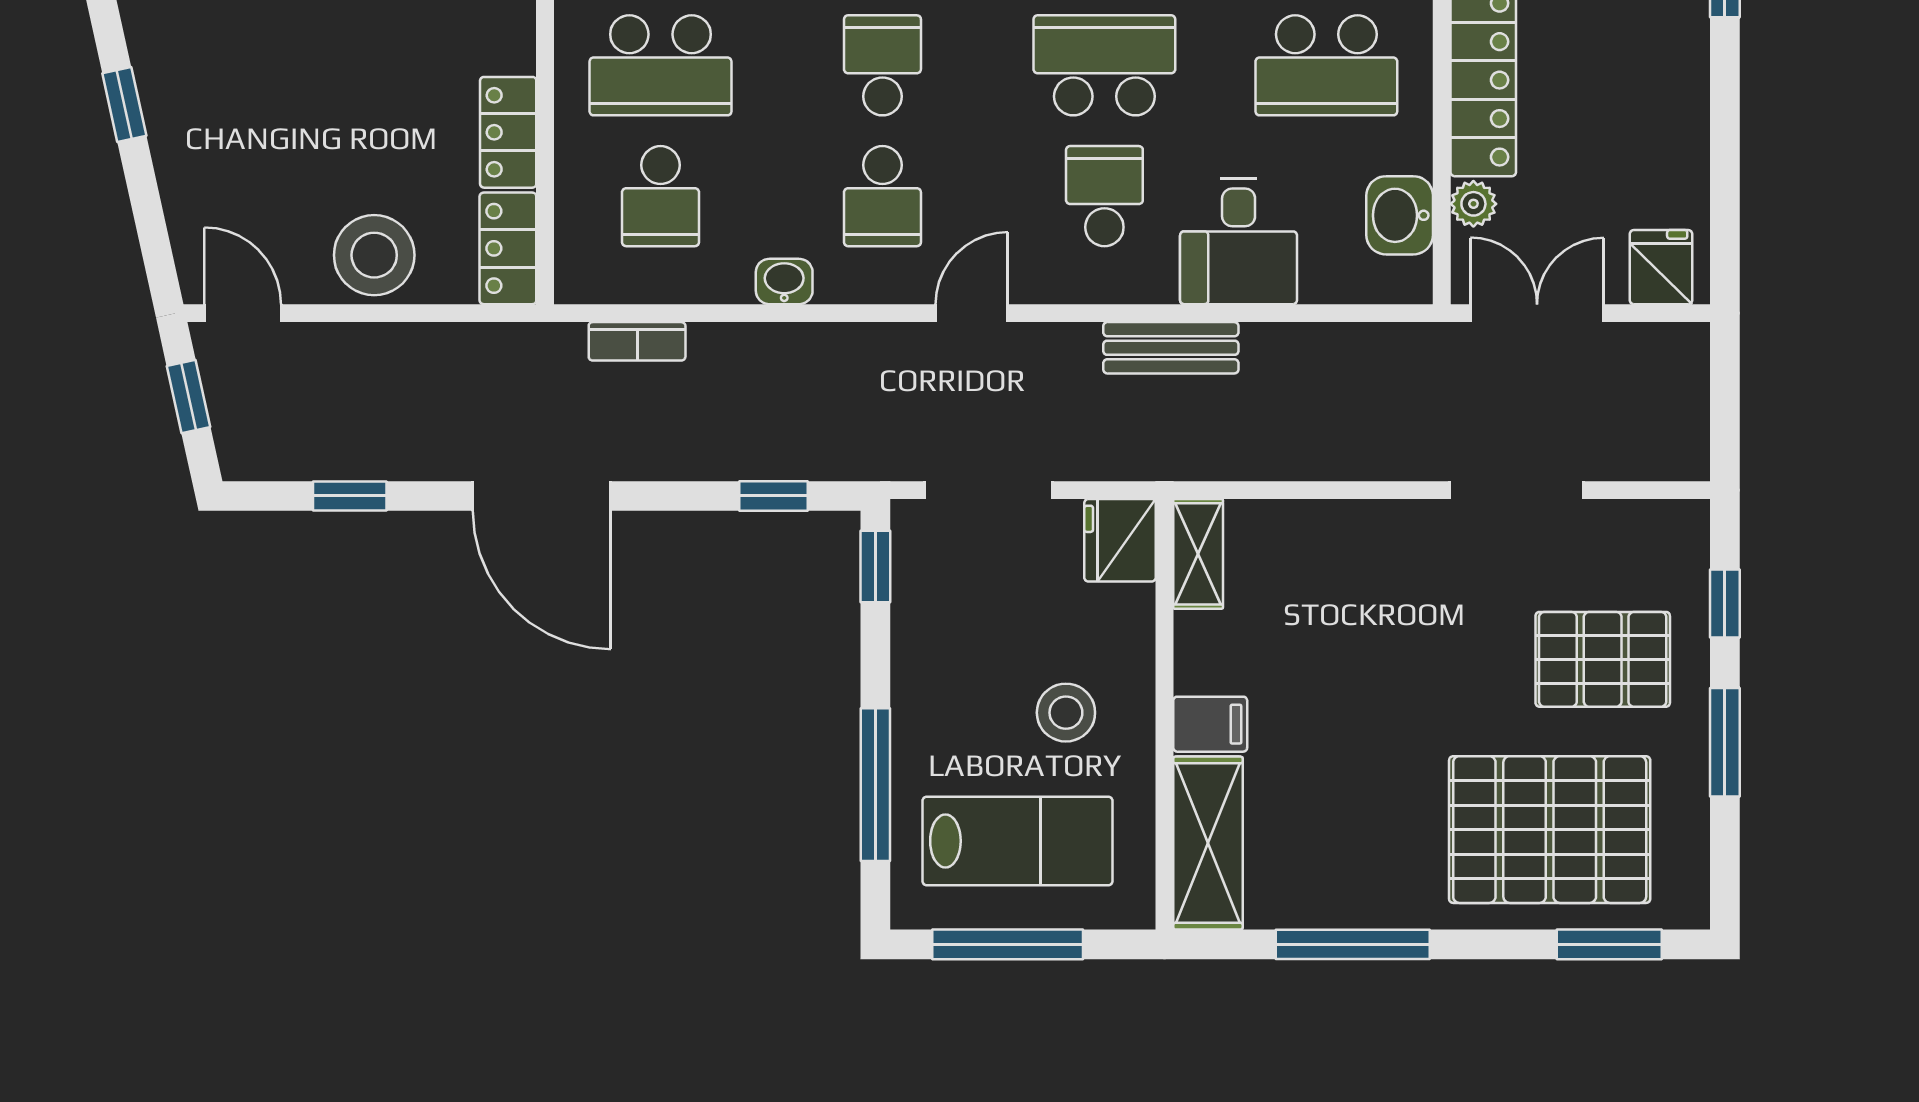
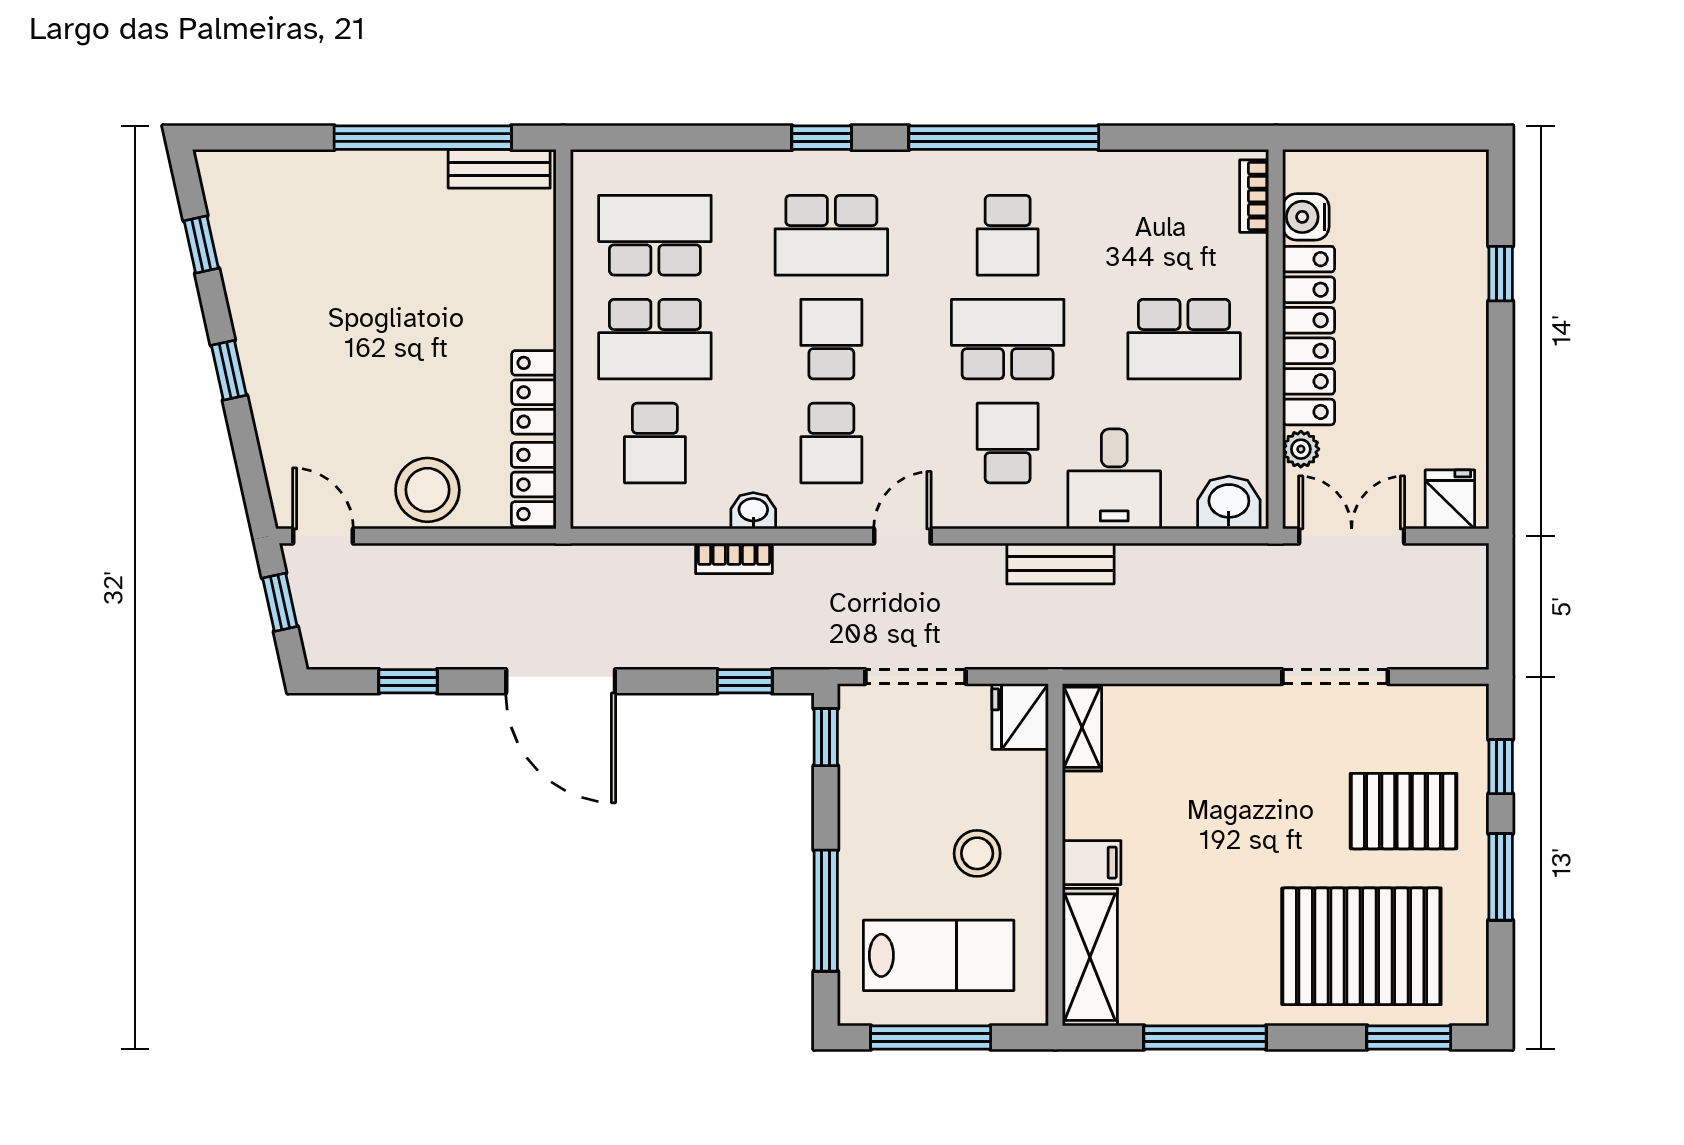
washbasin: (1400, 215) -> (1229, 503), moved, turned 90
bookcase: (637, 341) -> (734, 558), moved

